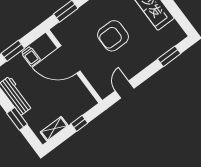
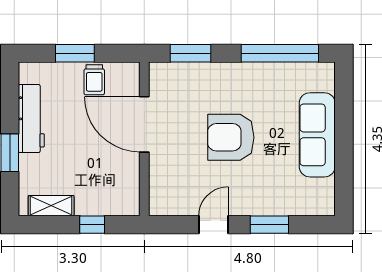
window: (169, 56) -> (269, 225), moved
door: (125, 89) -> (213, 225), moved

